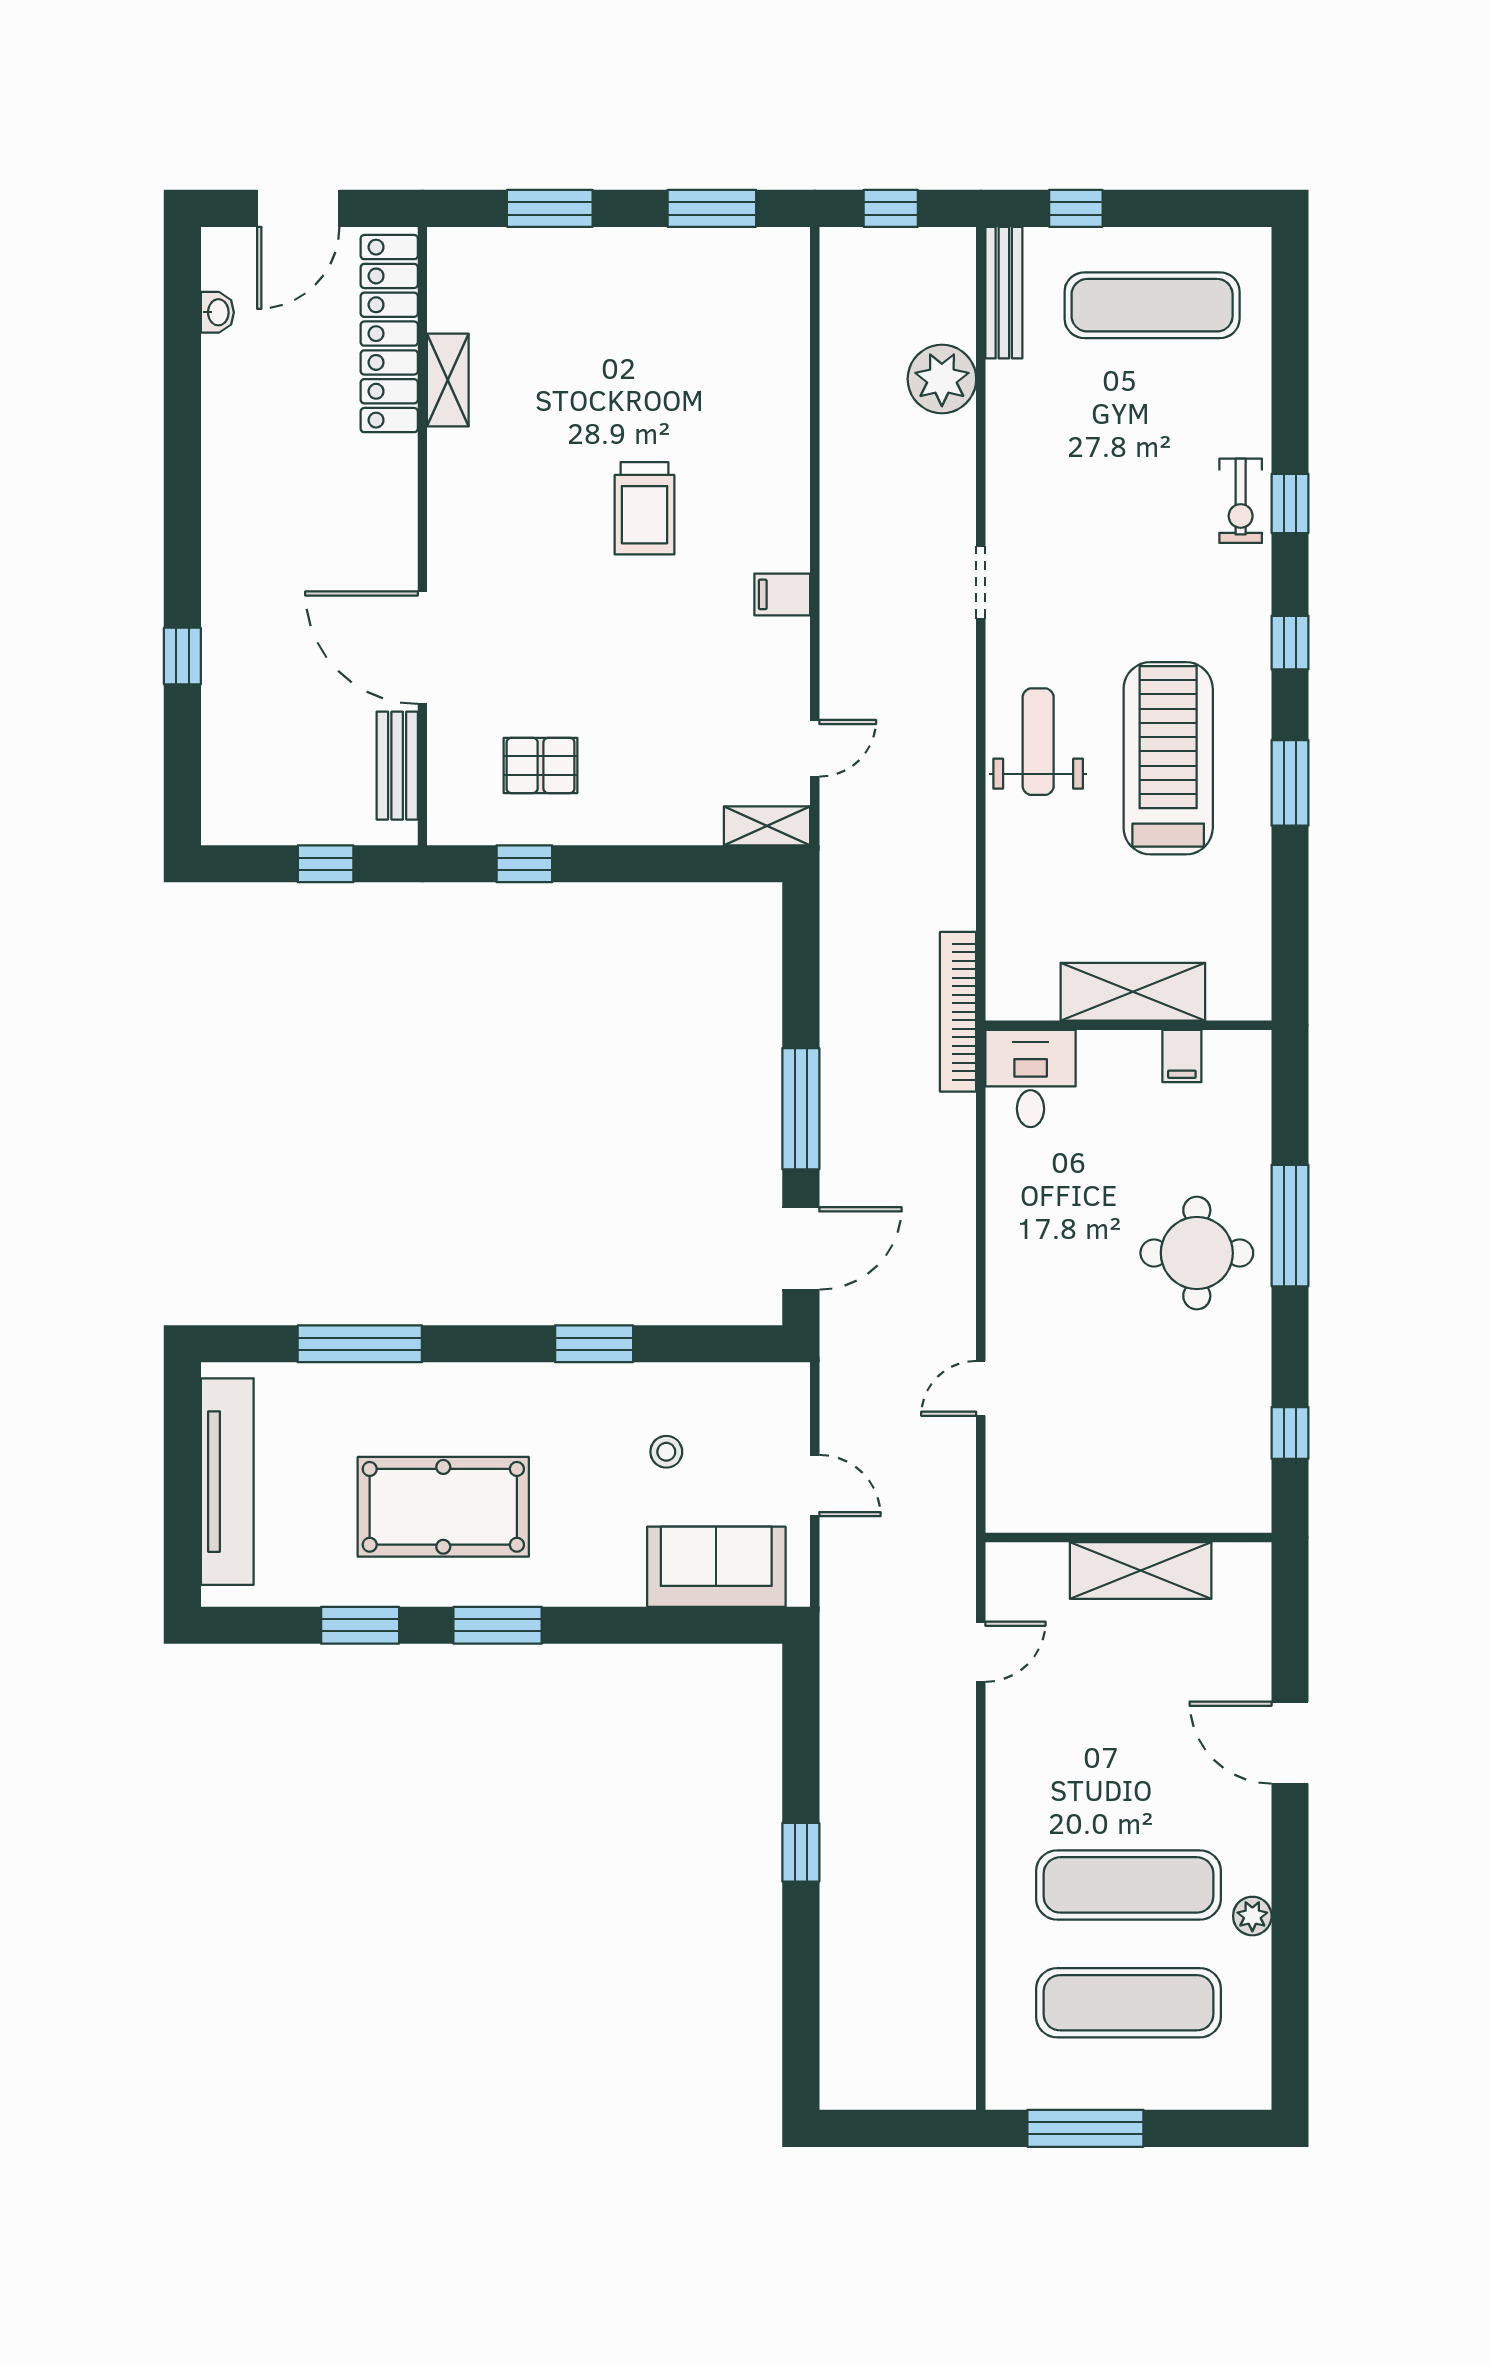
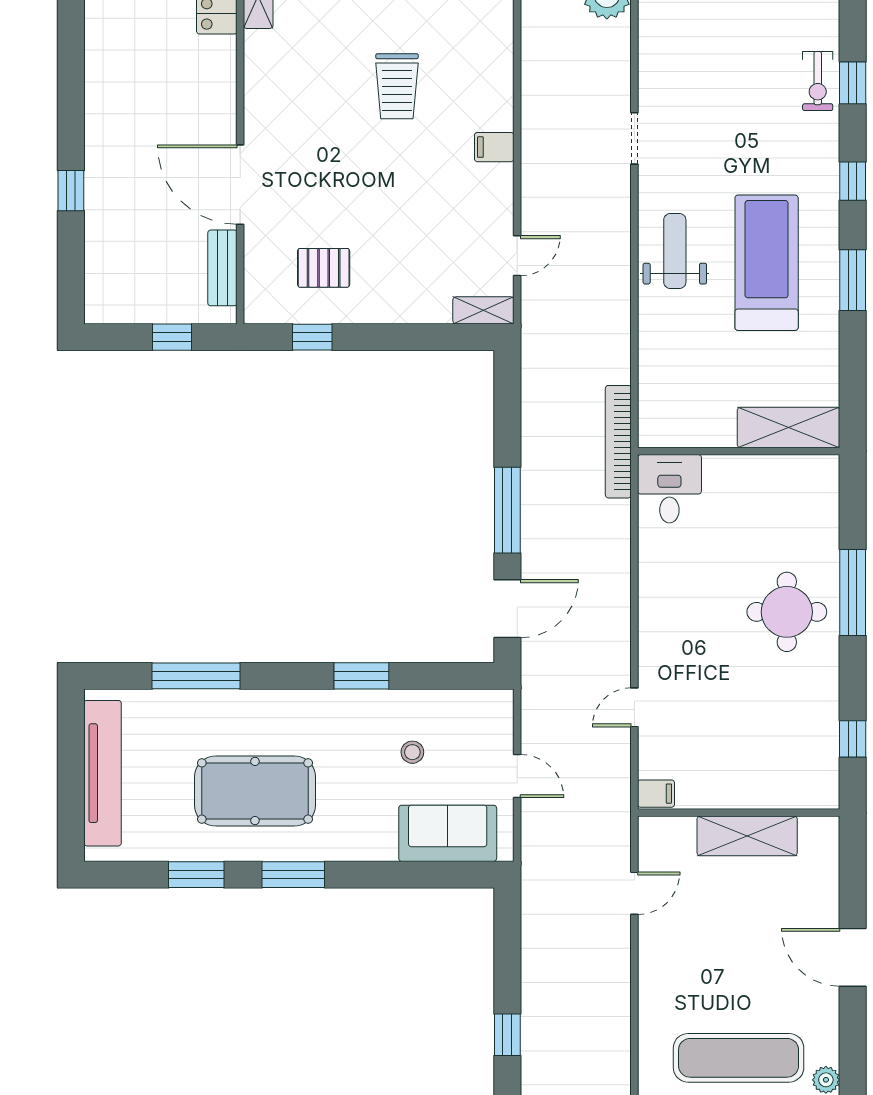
shelving: (1133, 992) -> (788, 427), moved
filing cabinet: (1182, 1056) -> (656, 794), moved, turned -90

